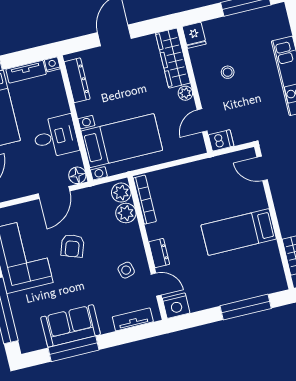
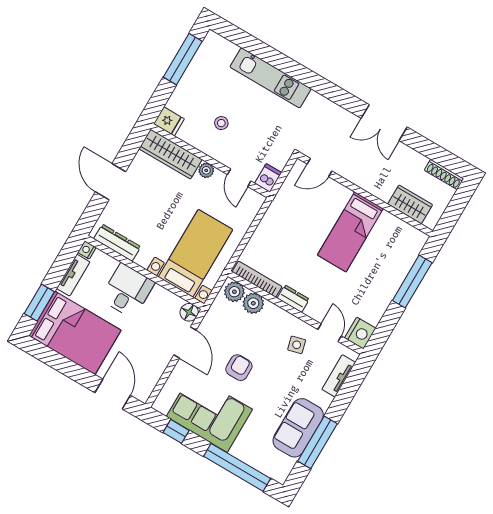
desk: (55, 137) -> (127, 291), moved
armchair: (72, 246) -> (239, 368), turned -109
dresser: (159, 253) -> (293, 299), moved
door: (156, 285) -> (330, 333), hinge flipped

